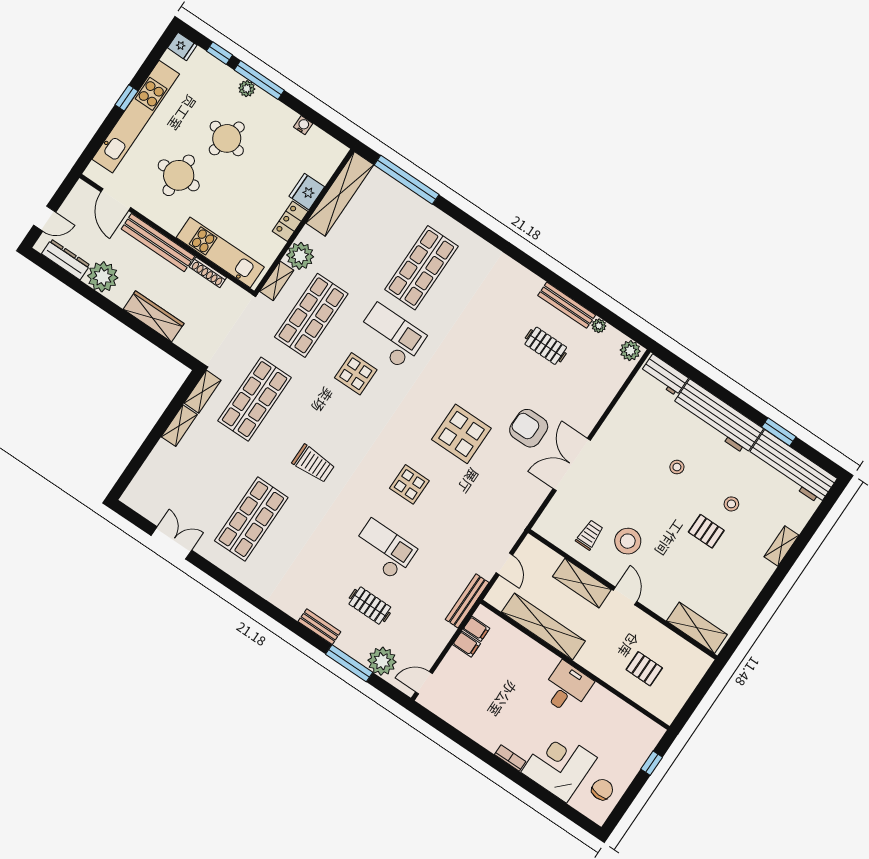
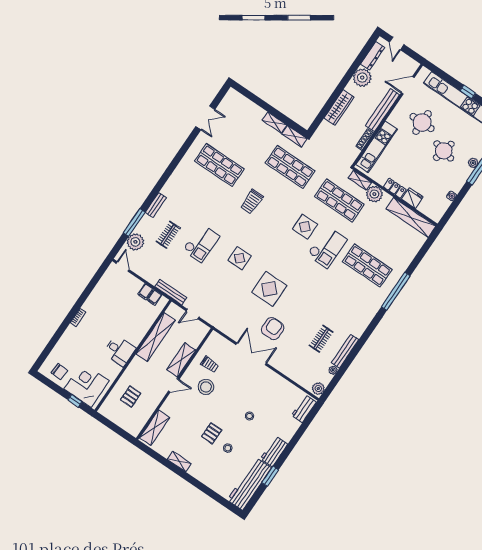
window: (407, 180) -> (396, 291), moved
workbench: (718, 417) -> (274, 452), width x0.53, depth x0.76
shelving: (781, 546) -> (179, 461), moved
corner desk: (559, 765) -> (87, 385), moved, turned -90

